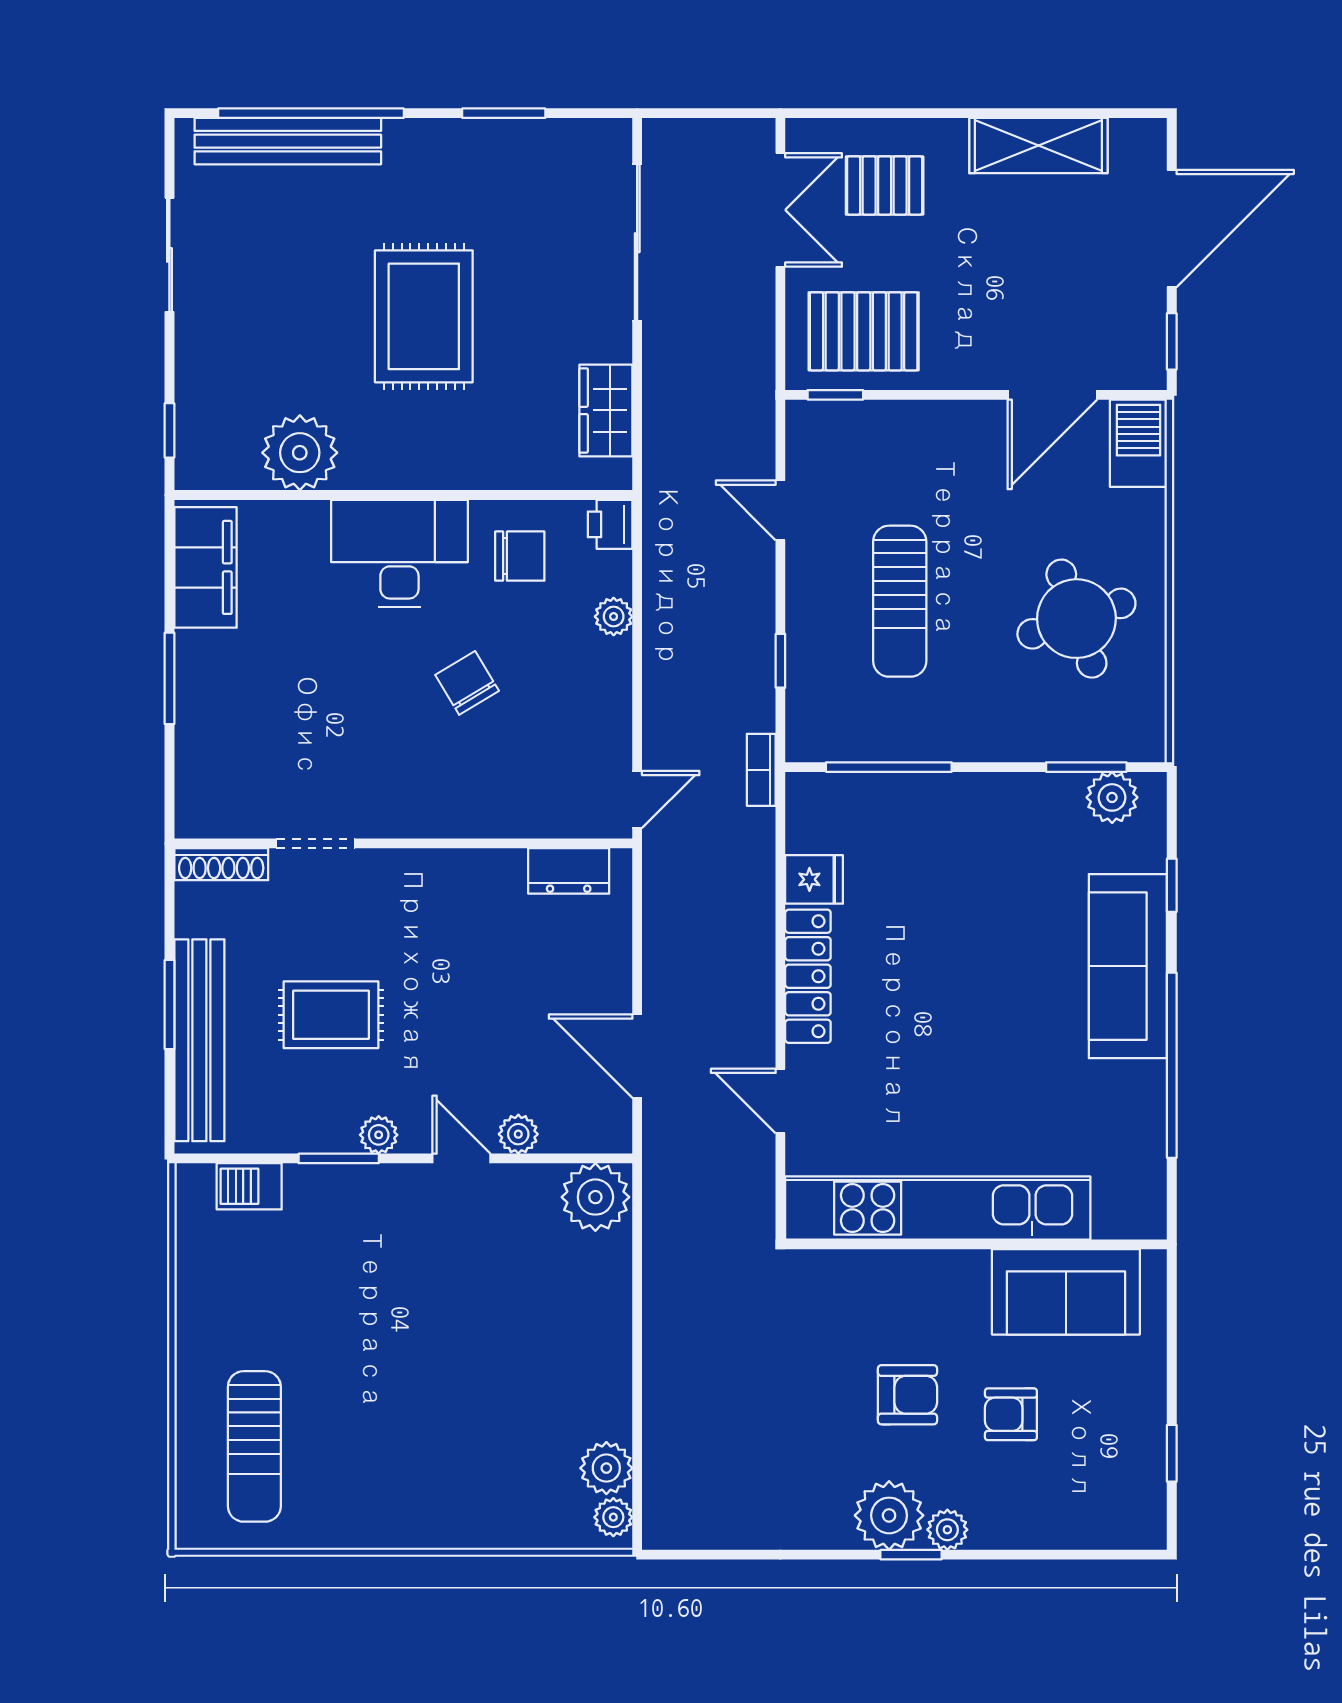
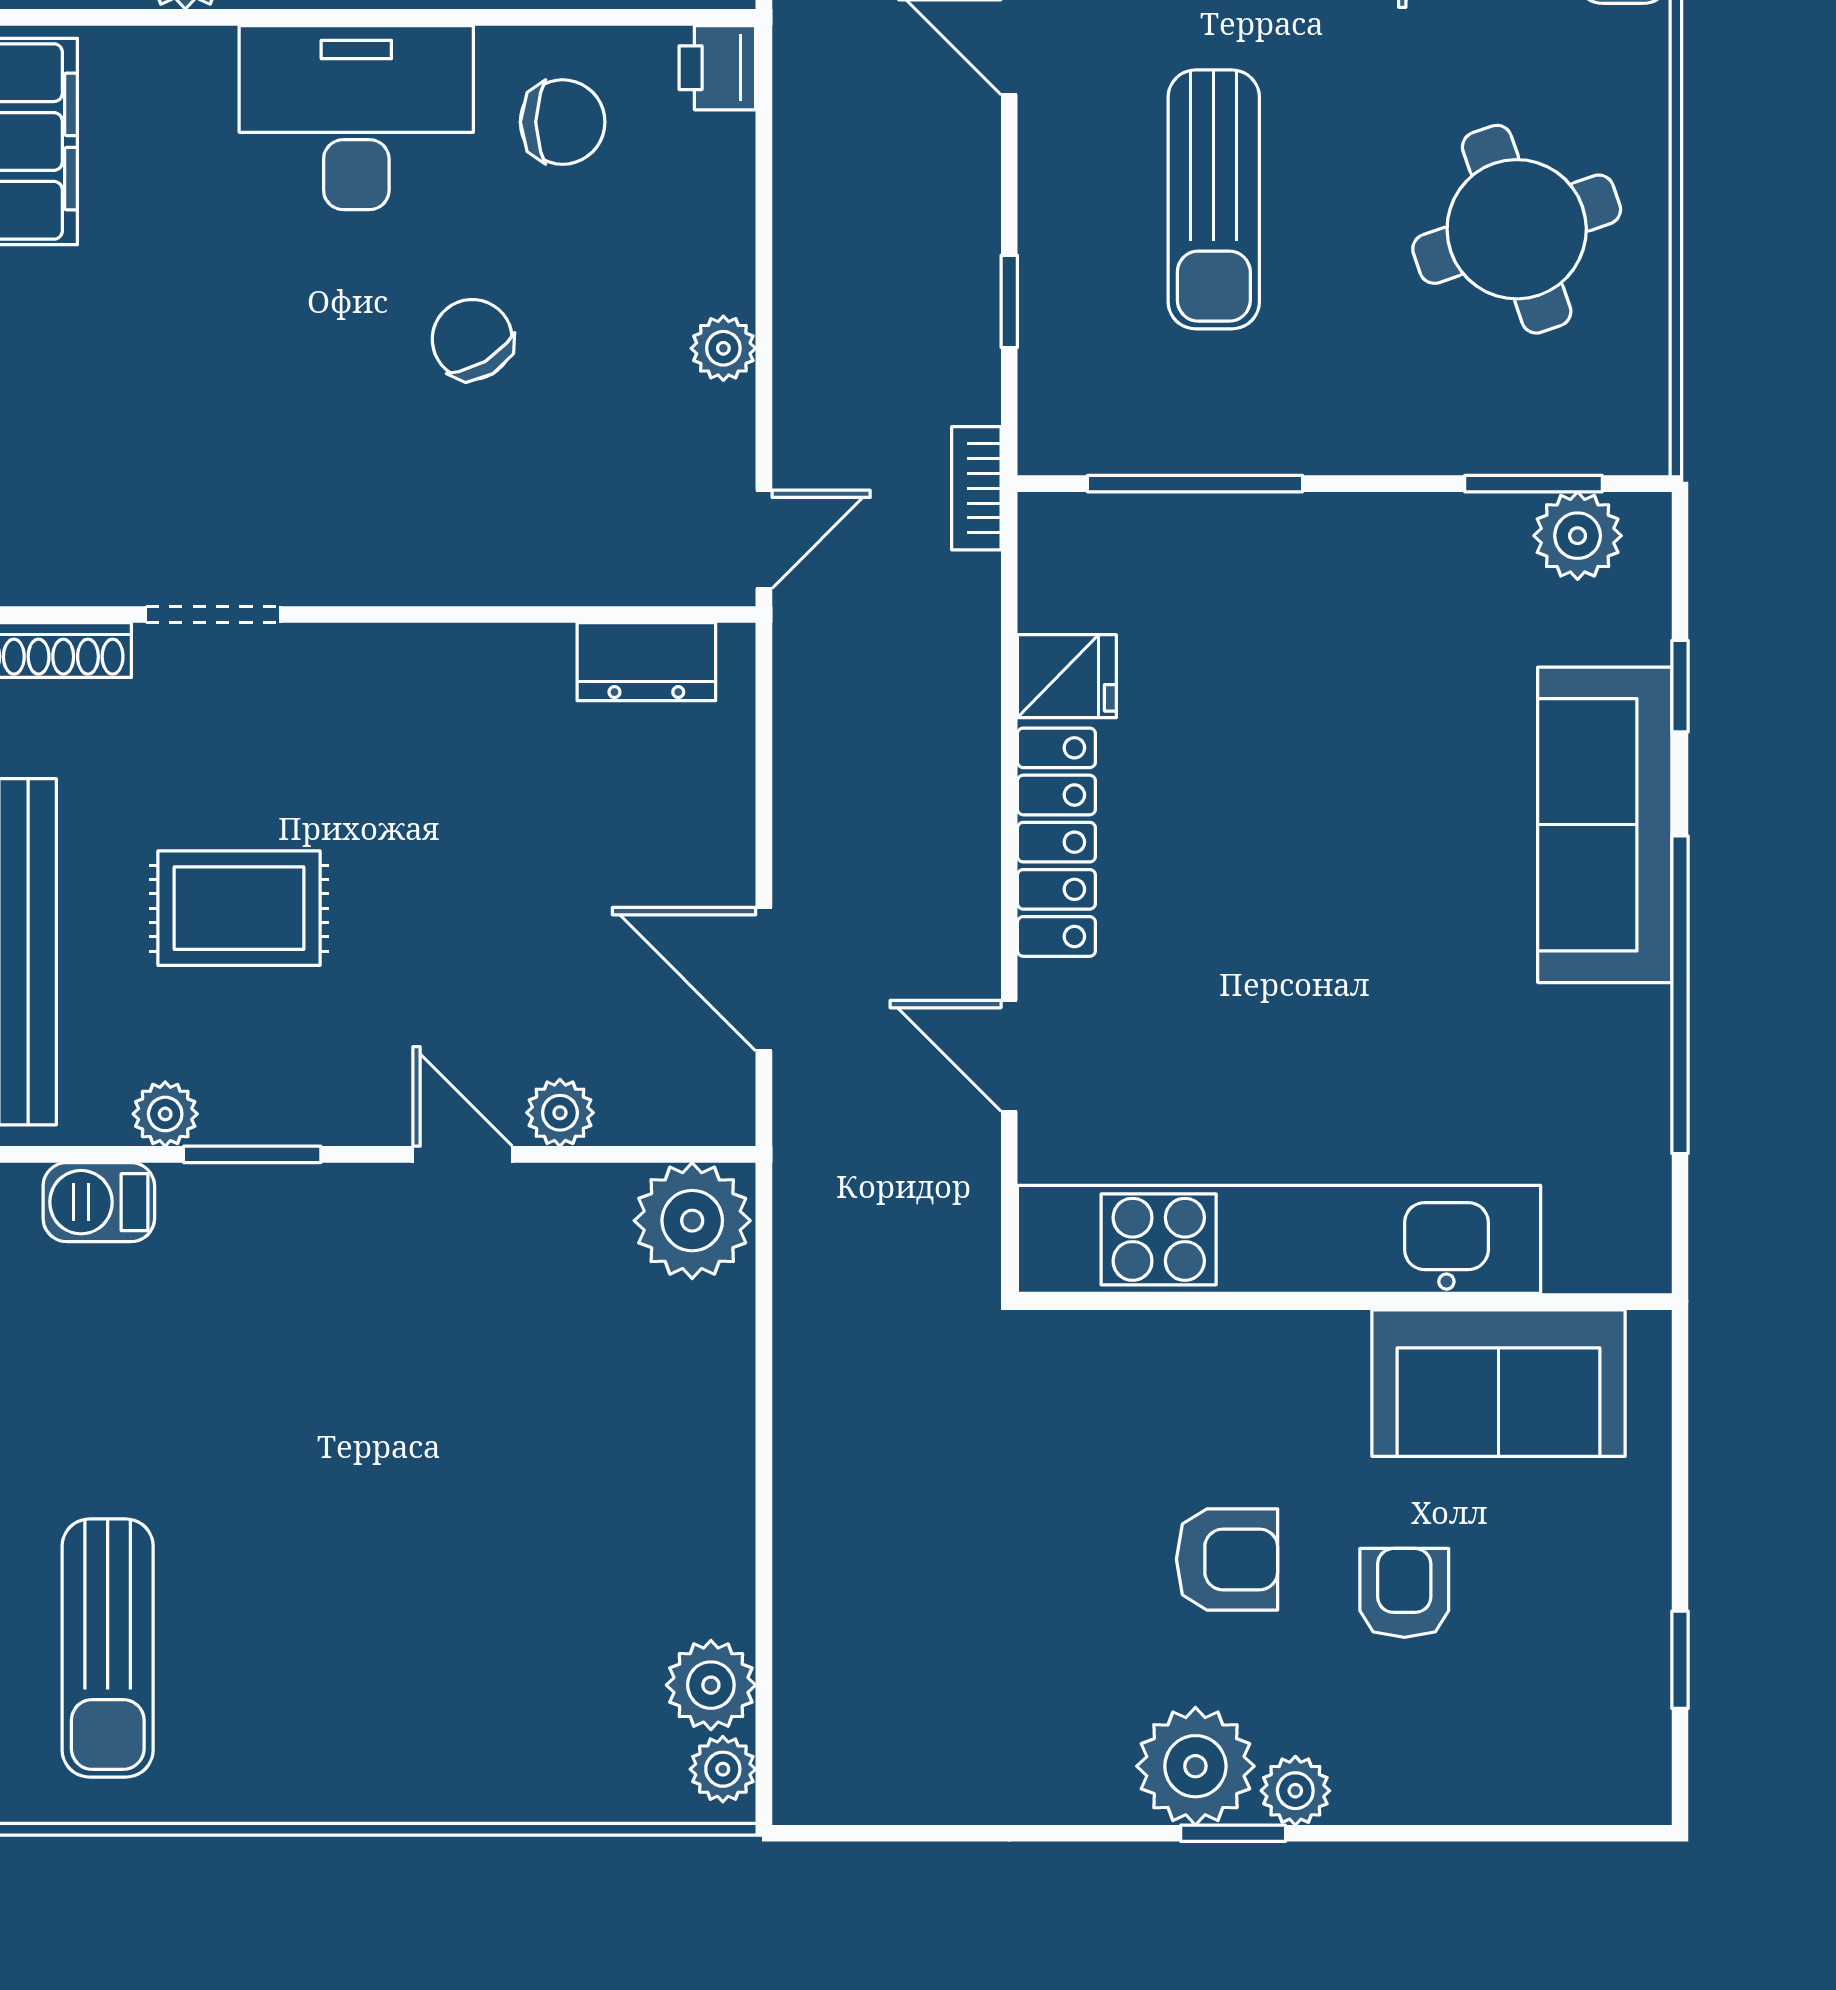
plant: (614, 617) -> (723, 348), moved
plant: (379, 1135) -> (165, 1114), moved
armchair: (1011, 1414) -> (1404, 1593), turned 90

